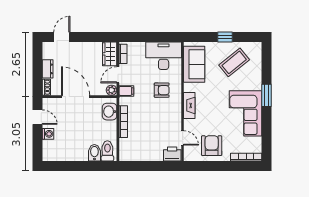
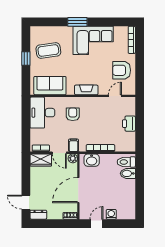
coffee table: (234, 62) -> (48, 50), turned -59
dresser: (48, 69) -> (38, 215), moved
printer: (172, 154) -> (129, 124), moved

